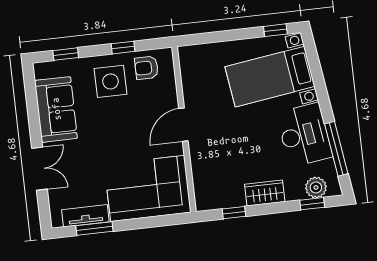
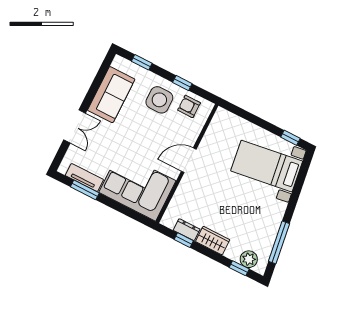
desk: (304, 135) -> (264, 219), removed
dresser: (230, 200) -> (187, 230), added

